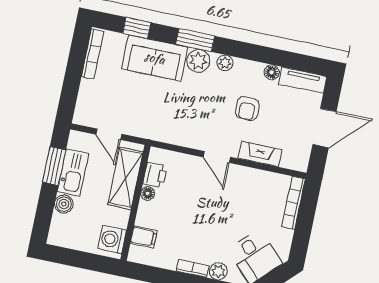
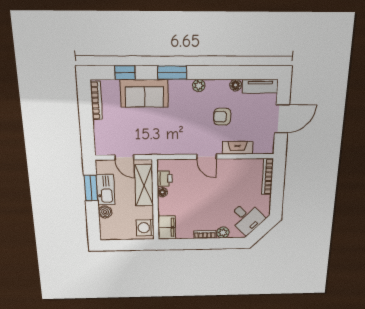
plant: (198, 61) -> (178, 88), removed
armchair: (247, 108) -> (222, 117), turned 90
filing cabinet: (144, 237) -> (167, 227), width x2.00

